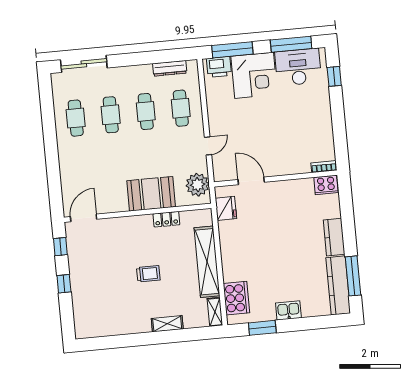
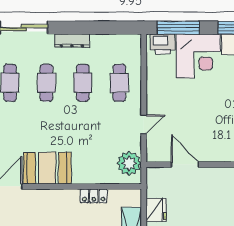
dresser: (170, 68) -> (72, 41), moved
booth: (151, 194) -> (47, 168), moved
fridge: (226, 208) -> (156, 210), moved

